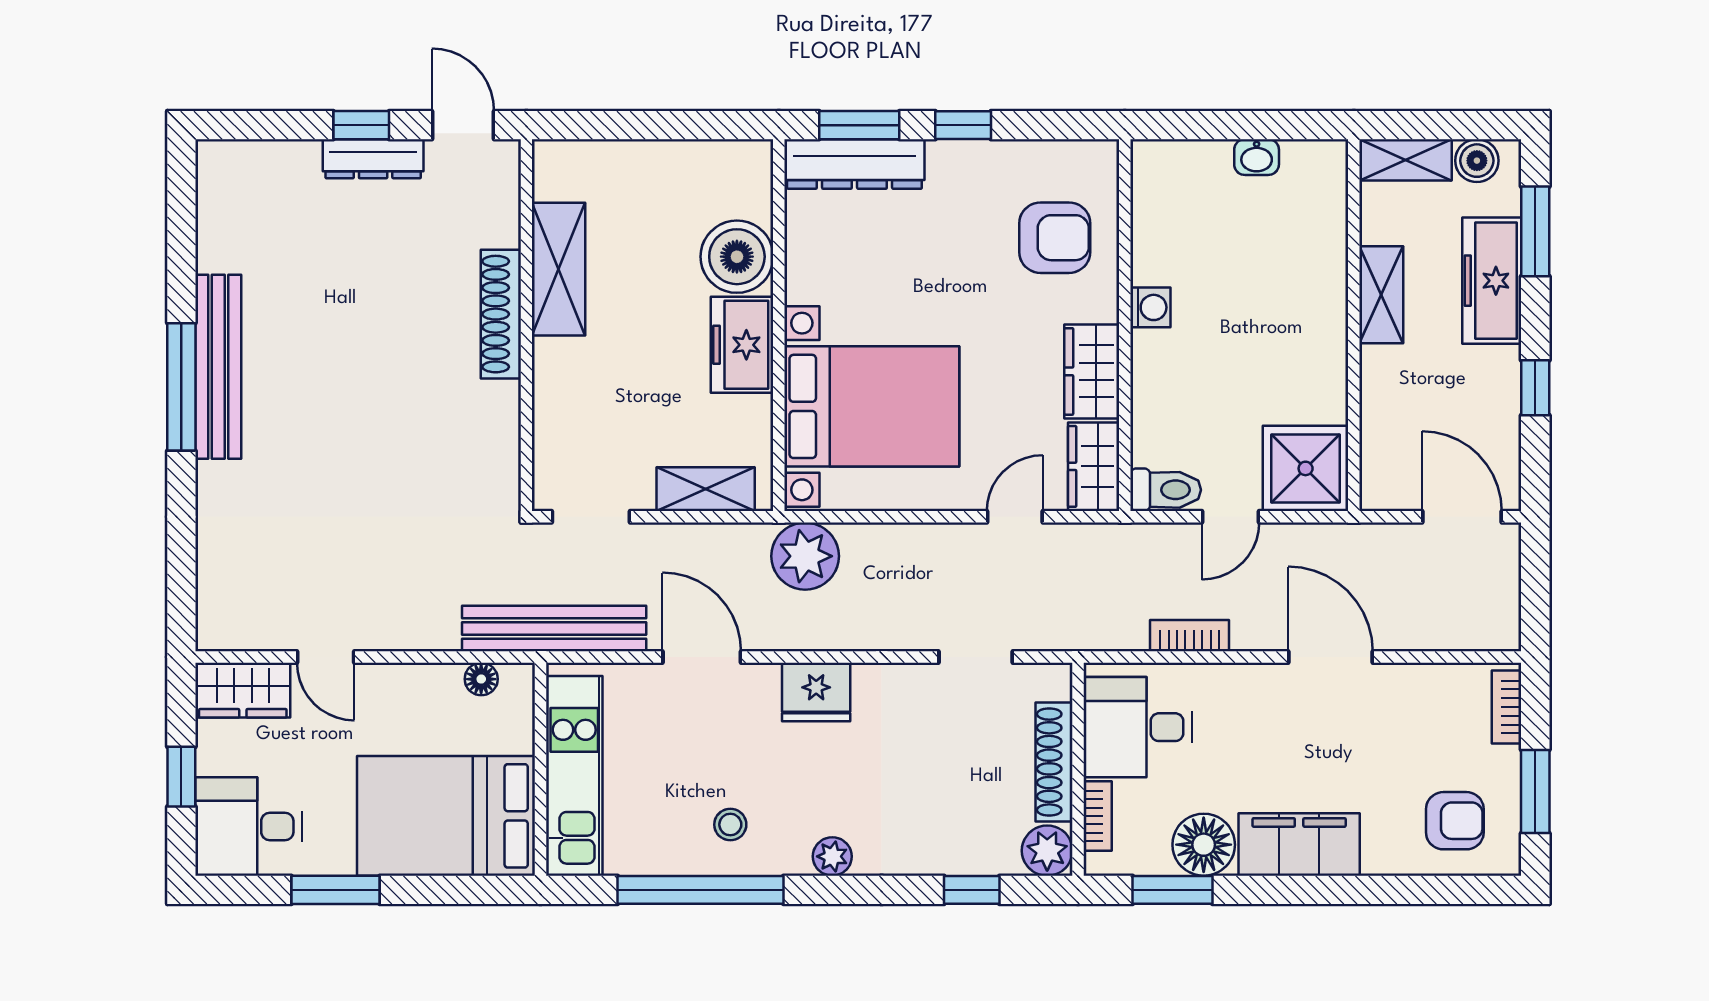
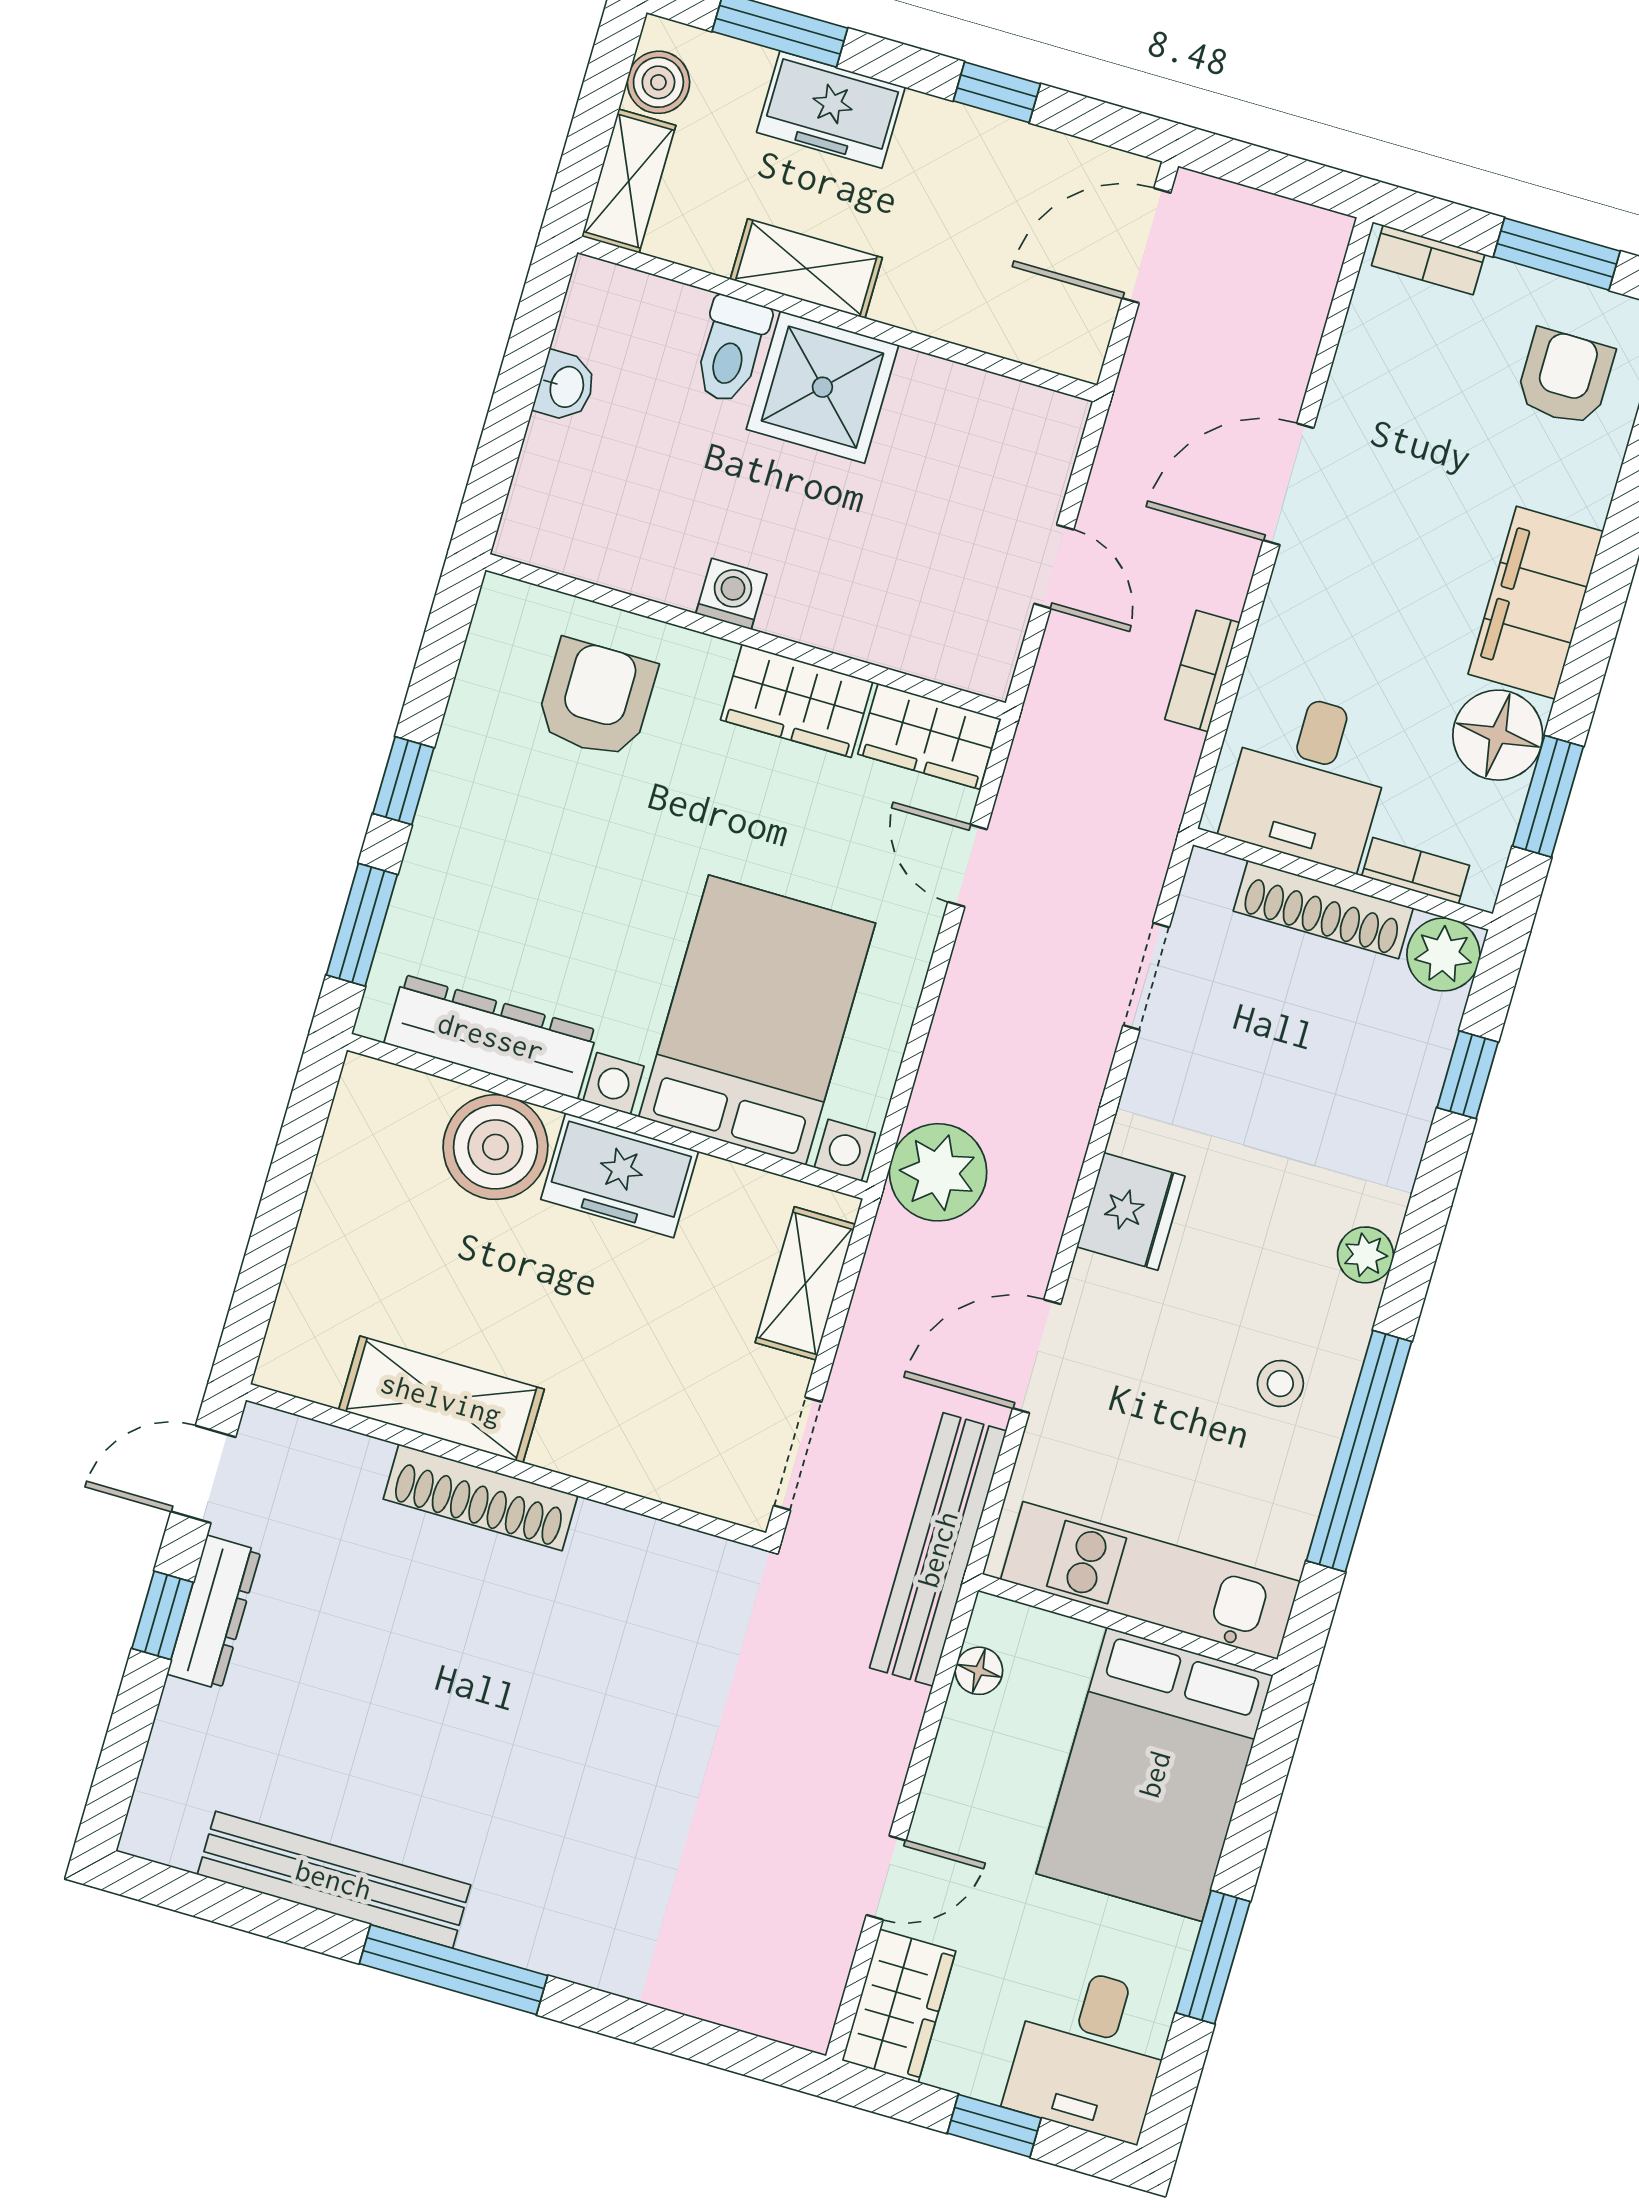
dresser: (854, 164) -> (491, 1037), moved, turned -90
freezer: (1492, 281) -> (831, 110), width x0.71
bench: (218, 367) -> (334, 1880), moved
shower: (1306, 468) -> (822, 387), moved
toilet: (1166, 490) -> (731, 350), moved, turned 180

